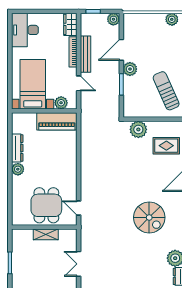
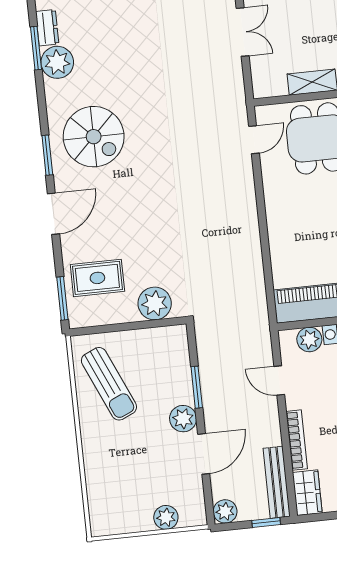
plant: (172, 19) -> (166, 517), moved
bench: (86, 54) -> (277, 482), moved
door: (79, 208) -> (254, 140), hinge flipped
spiral stairs: (149, 217) -> (94, 137), moved, turned 180

